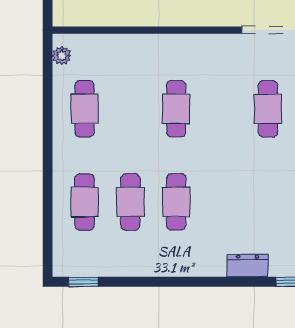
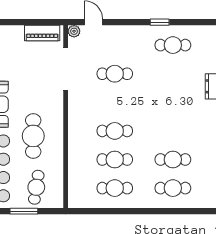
plant: (62, 56) -> (82, 202), removed
cafe table: (176, 202) -> (115, 160), moved

